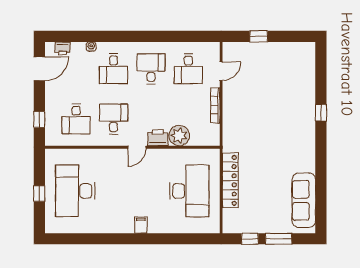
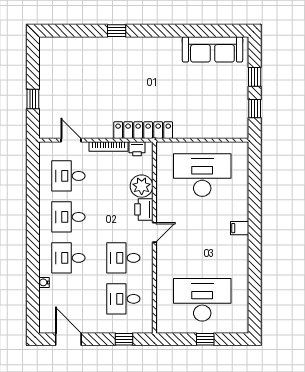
printer: (63, 48) -> (137, 149), moved, turned 90
desk: (114, 69) -> (68, 258), turned 180
desk: (188, 69) -> (68, 176), turned 180
desk: (76, 119) -> (123, 299), turned 180
door: (137, 147) -> (154, 232), hinge flipped
locker: (230, 180) -> (143, 130), moved
desk: (75, 191) -> (202, 300), turned 180
window: (279, 239) -> (255, 77), width x0.67

